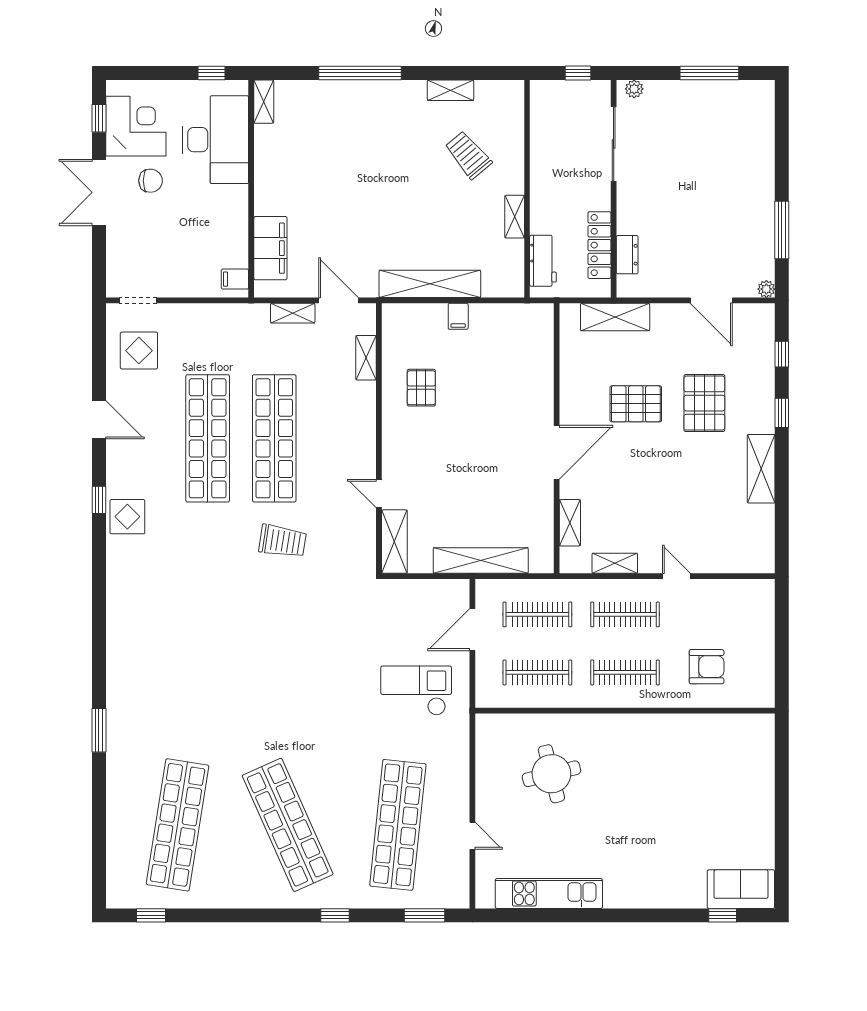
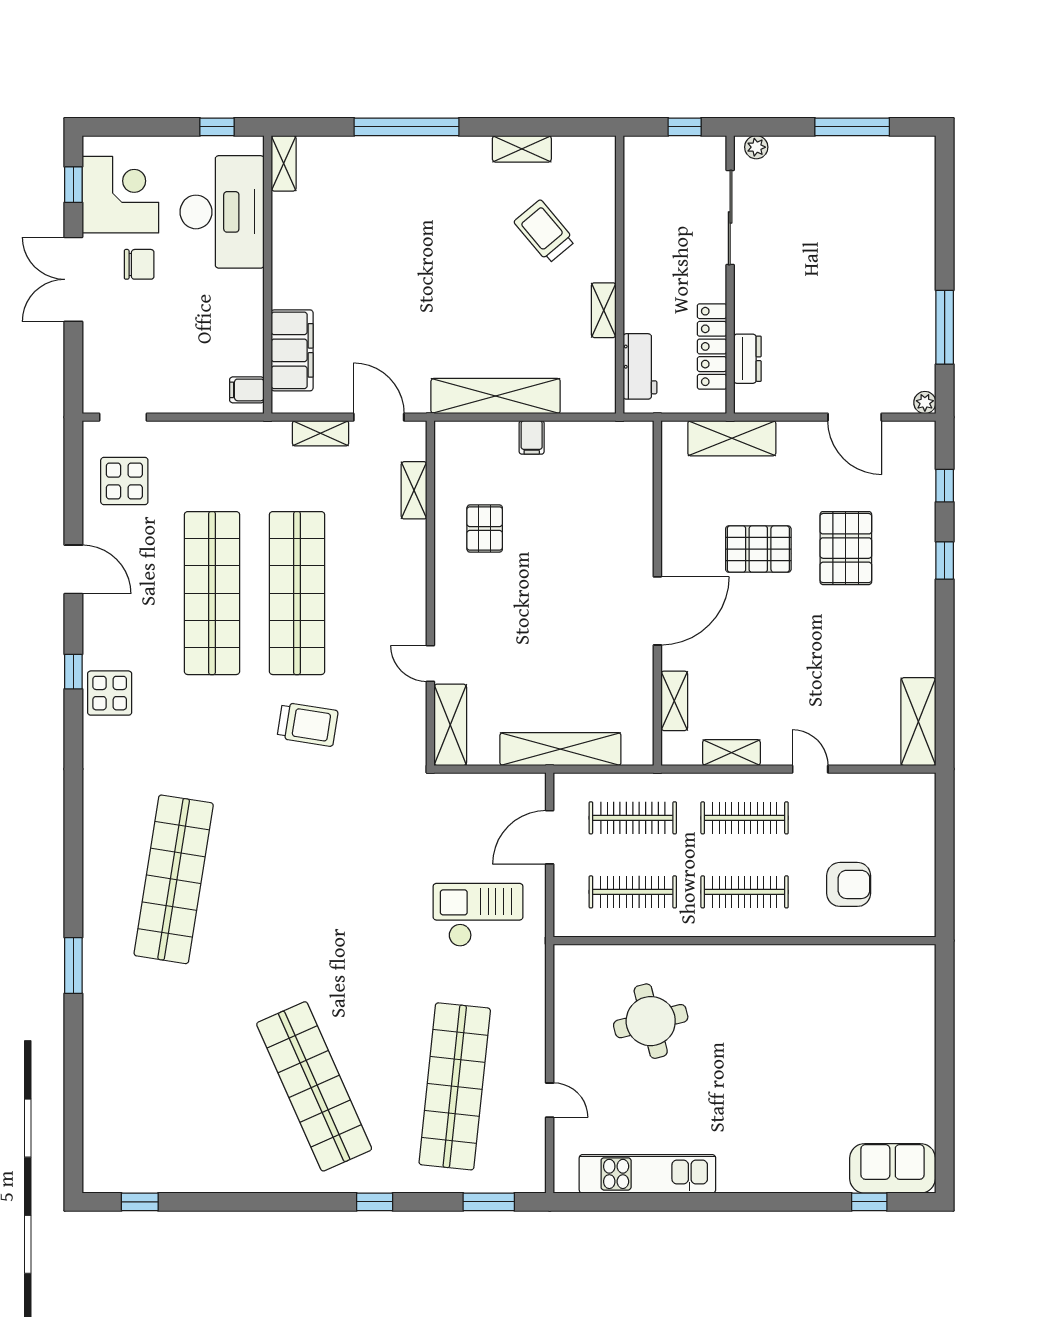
shelving: (761, 469) -> (918, 722), moved
shop shelf: (178, 825) -> (174, 879), moved

